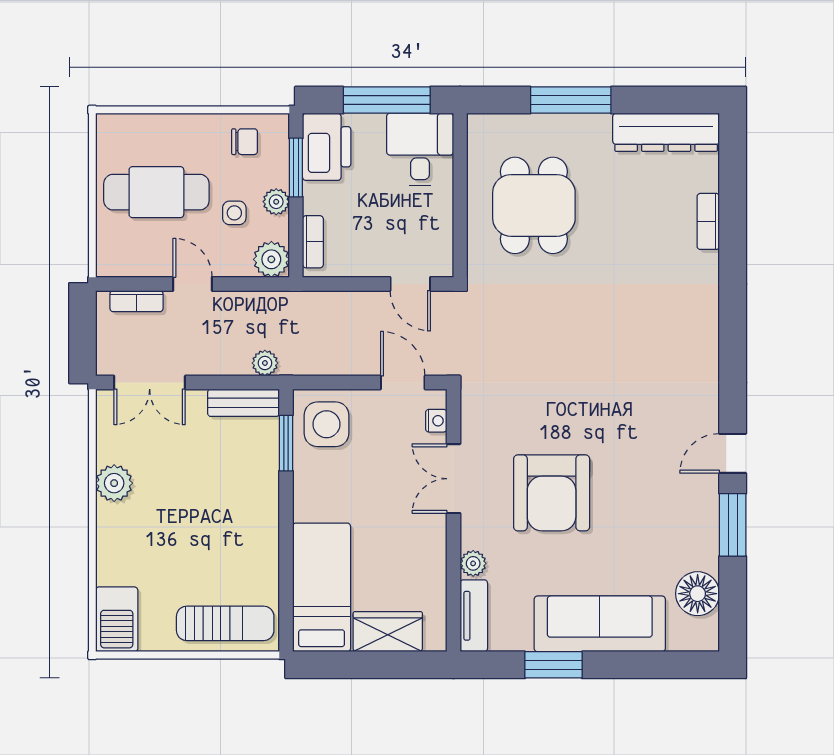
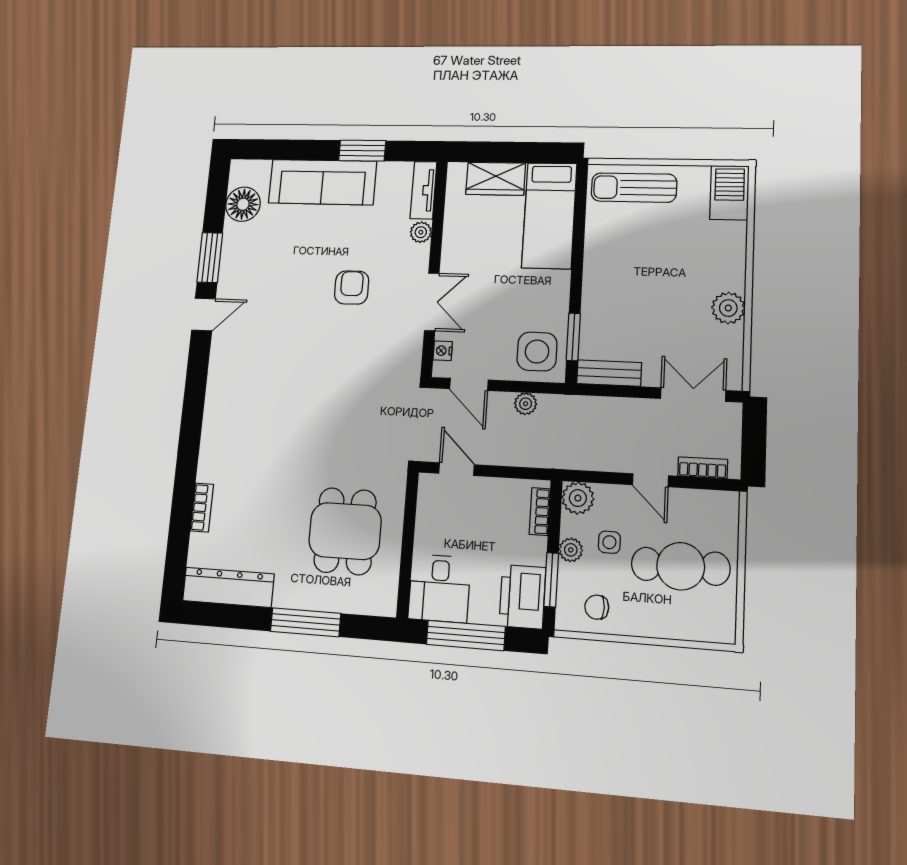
plant: (265, 363) -> (526, 404), moved
armchair: (552, 493) -> (352, 288), width x0.53, depth x0.53

